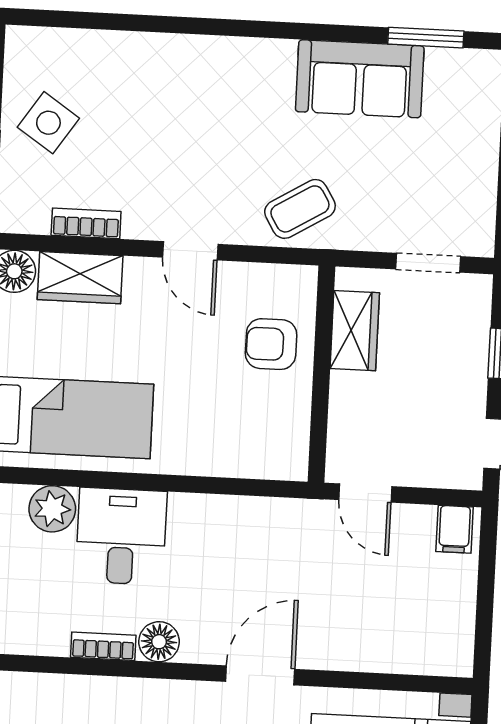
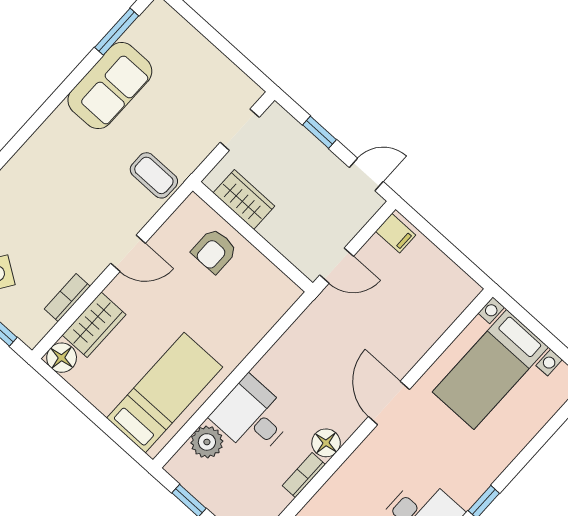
coffee table: (300, 209) -> (154, 175), turned -59

